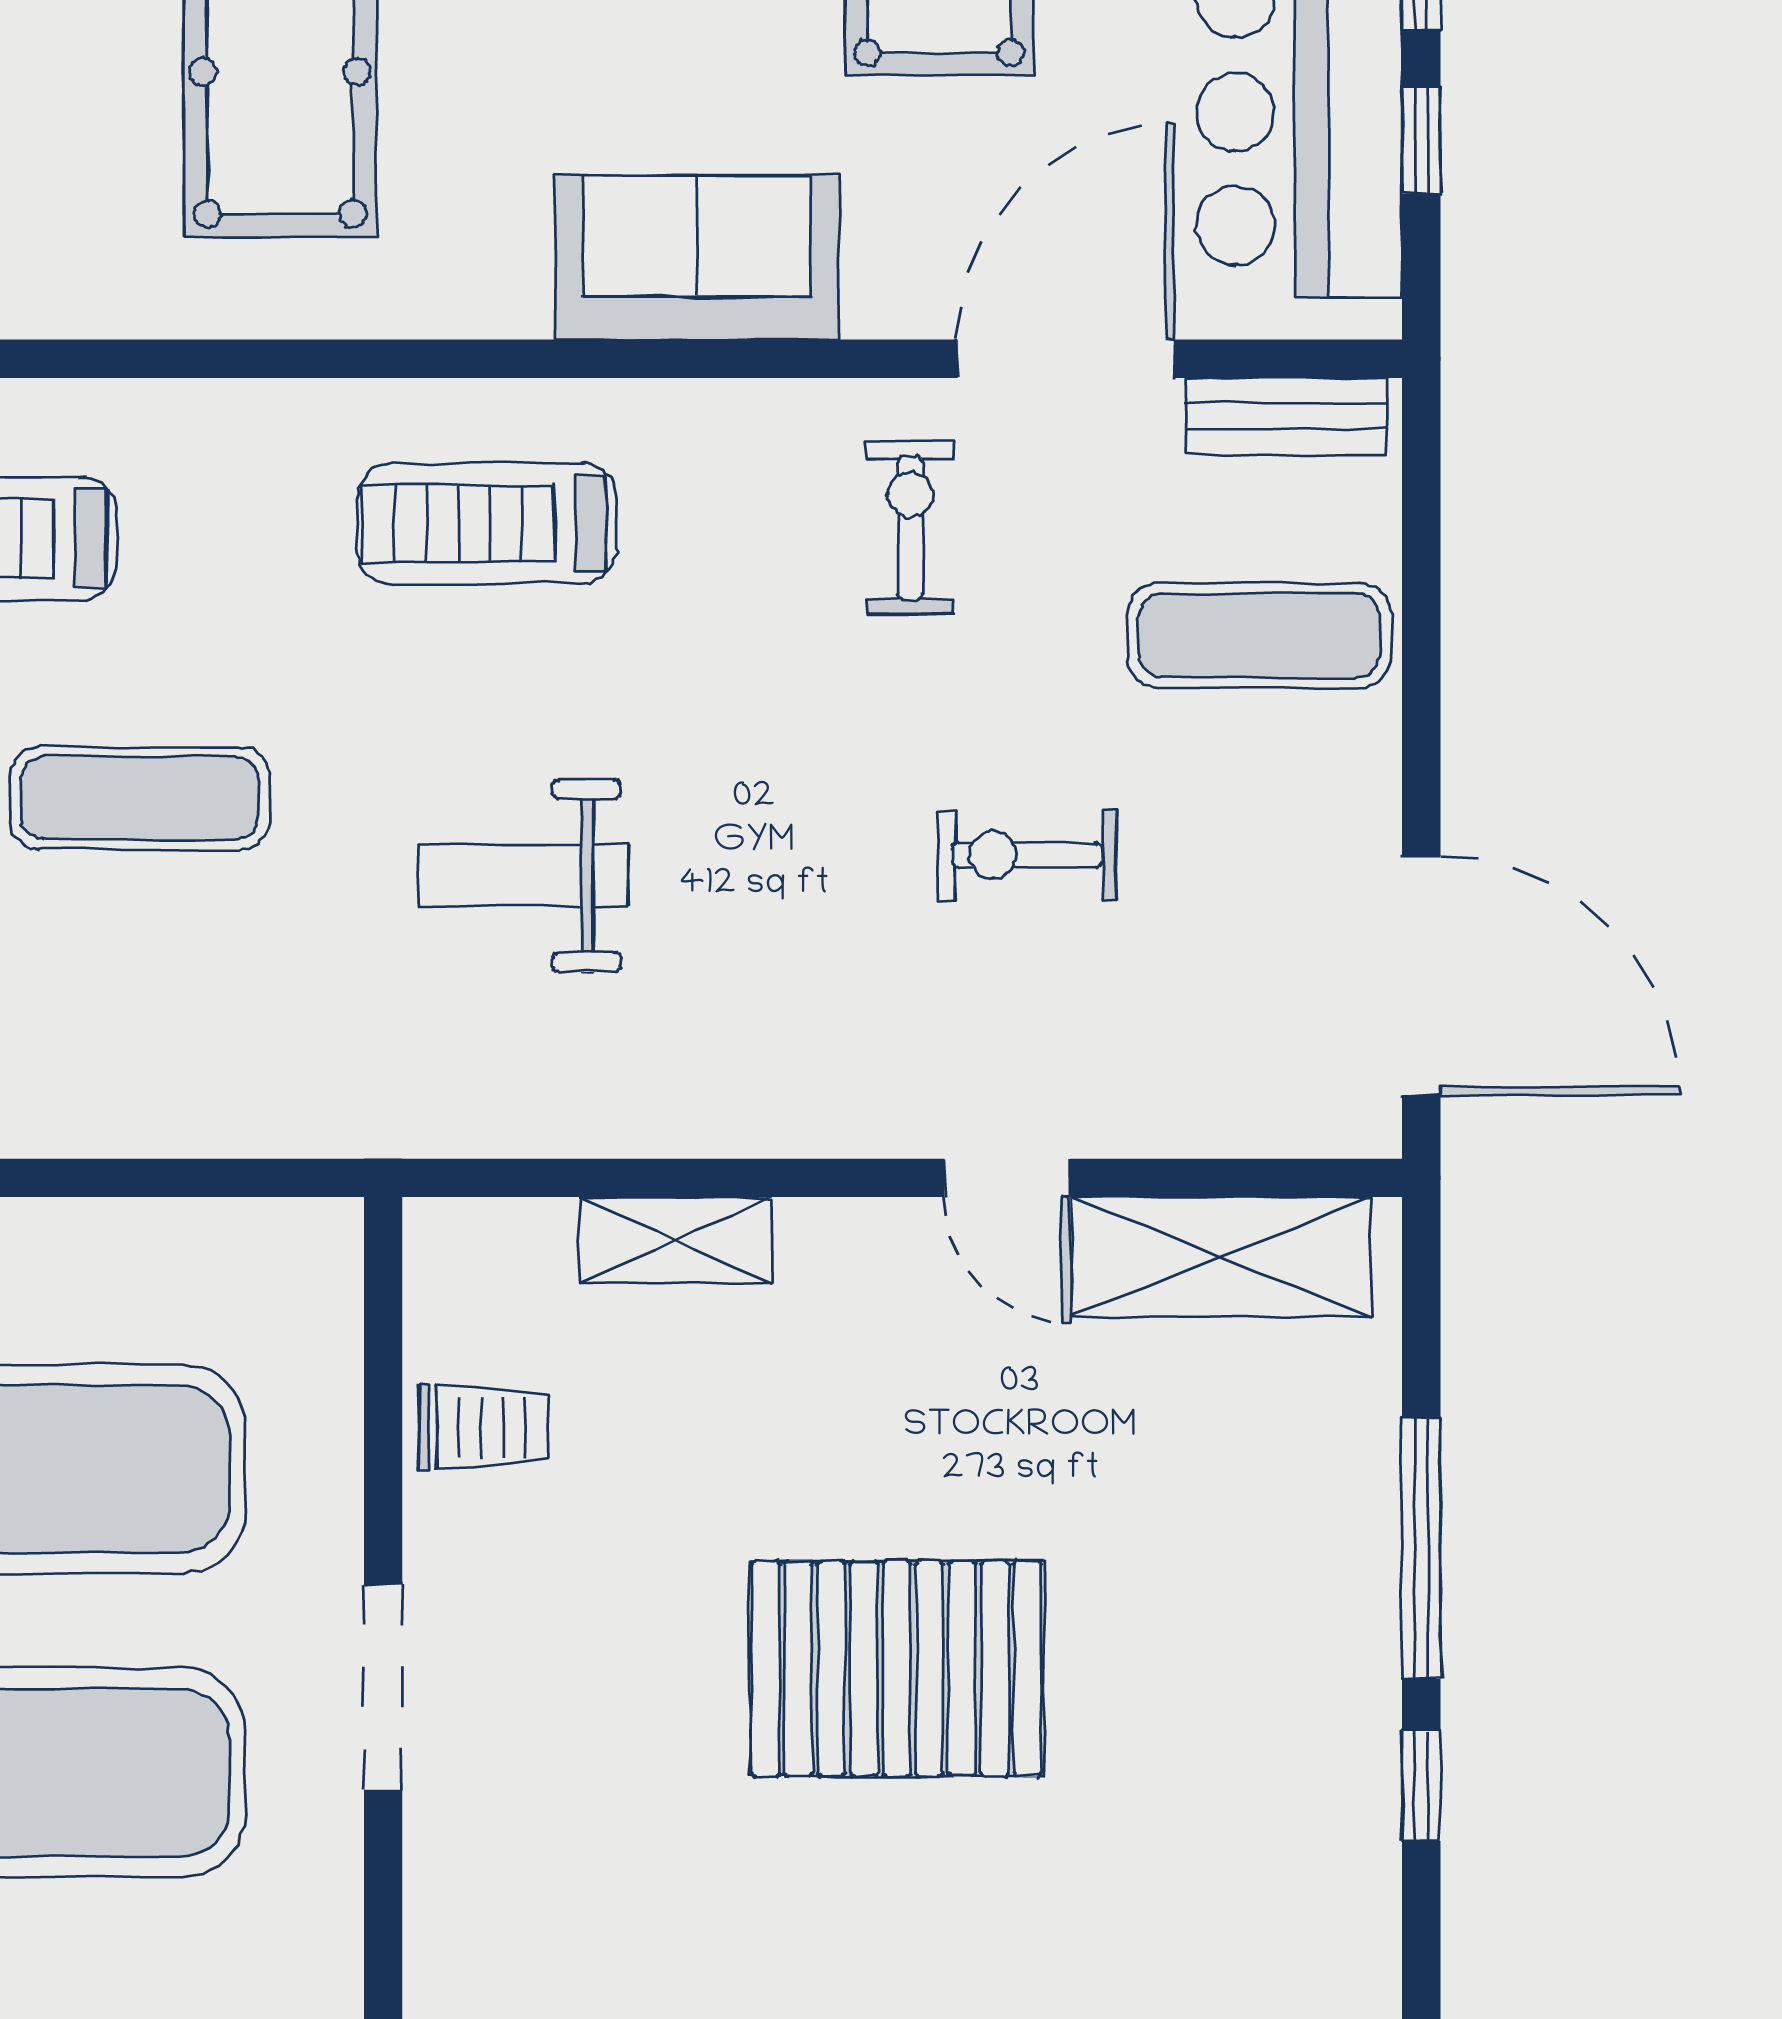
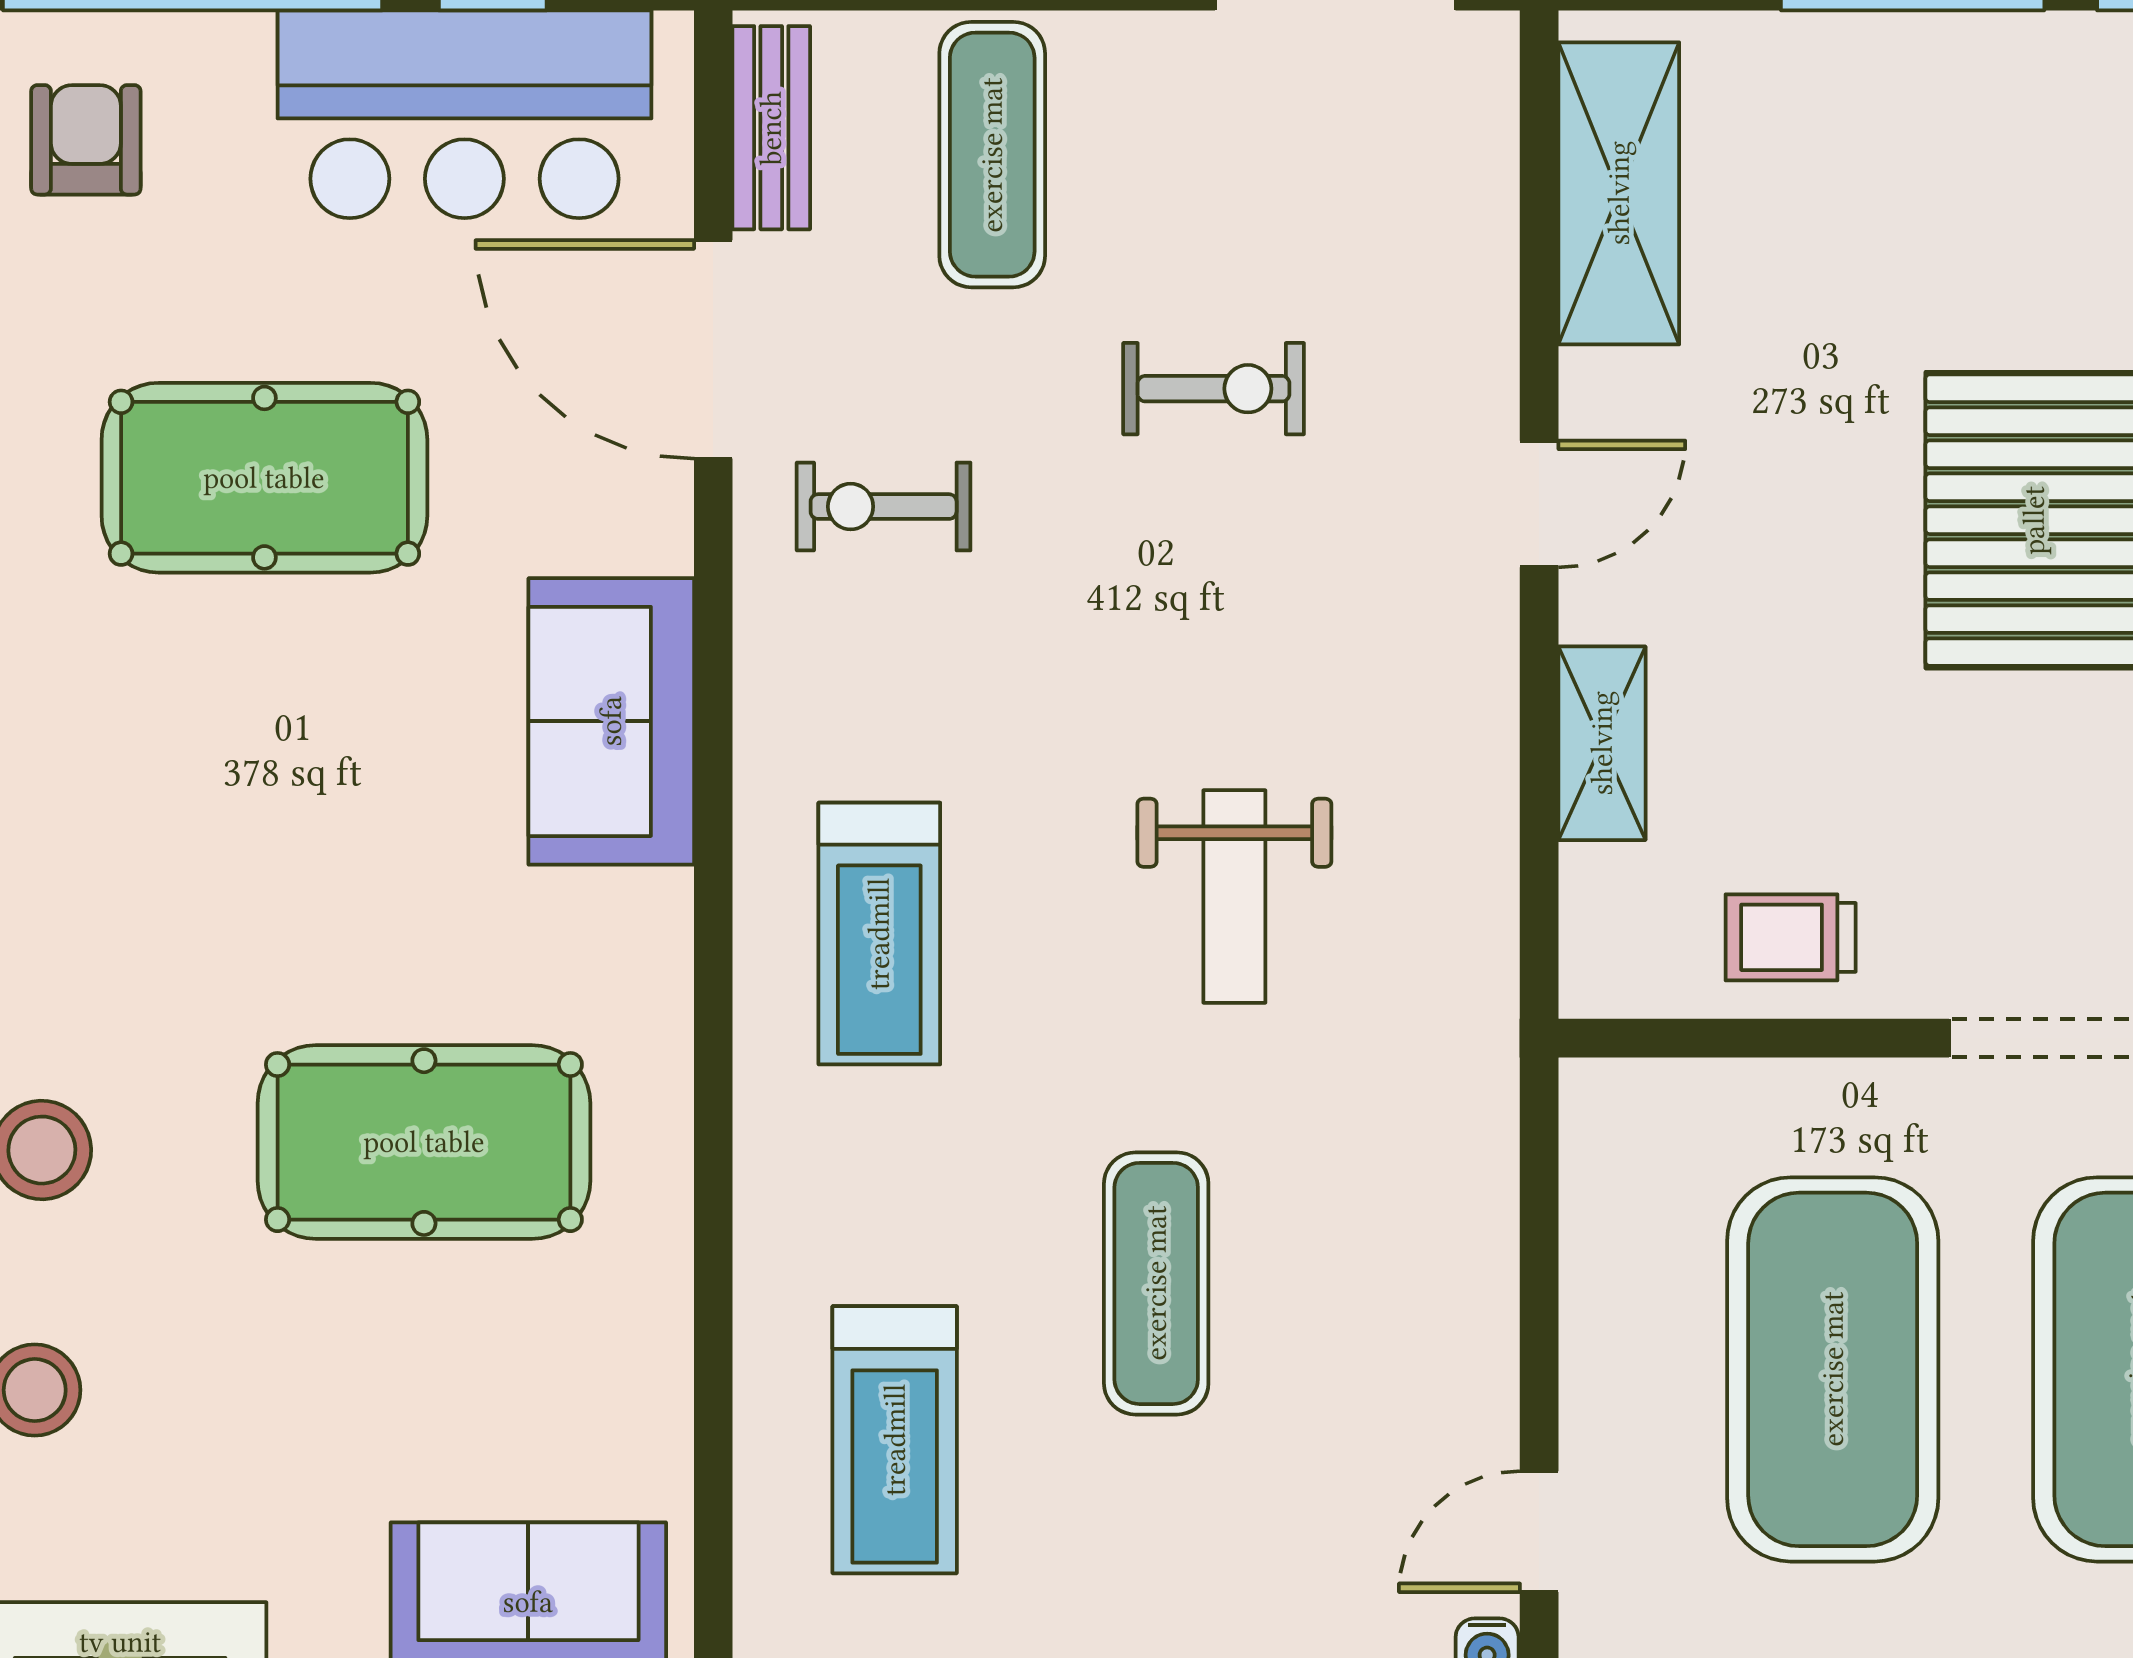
exercise bike: (1027, 855) -> (1214, 389), turned -90
door: (1007, 1178) -> (1539, 504), moved
trolley: (483, 1427) -> (1791, 937), turned -90

